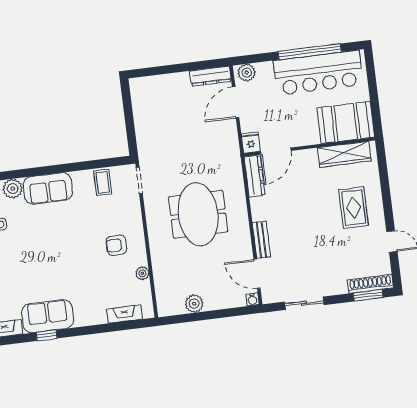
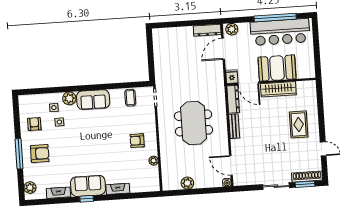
booth: (346, 122) -> (277, 68), moved
door: (276, 151) -> (248, 83), hinge flipped
wardrobe: (344, 154) -> (278, 89), moved
bench: (261, 240) -> (234, 126), moved
sliding door: (304, 303) -> (276, 186), moved
fireplace: (125, 314) -> (118, 189), moved

